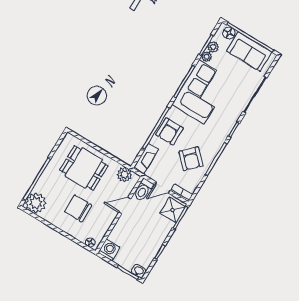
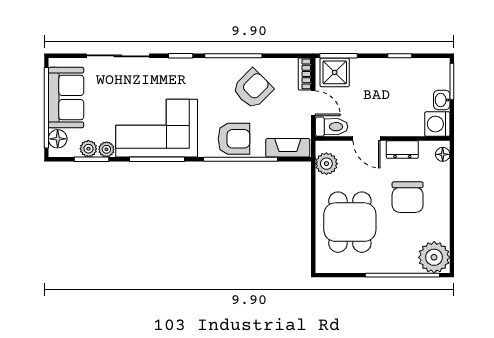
dresser: (107, 222) -> (402, 150), added
washbasin: (139, 271) -> (442, 100), moved

